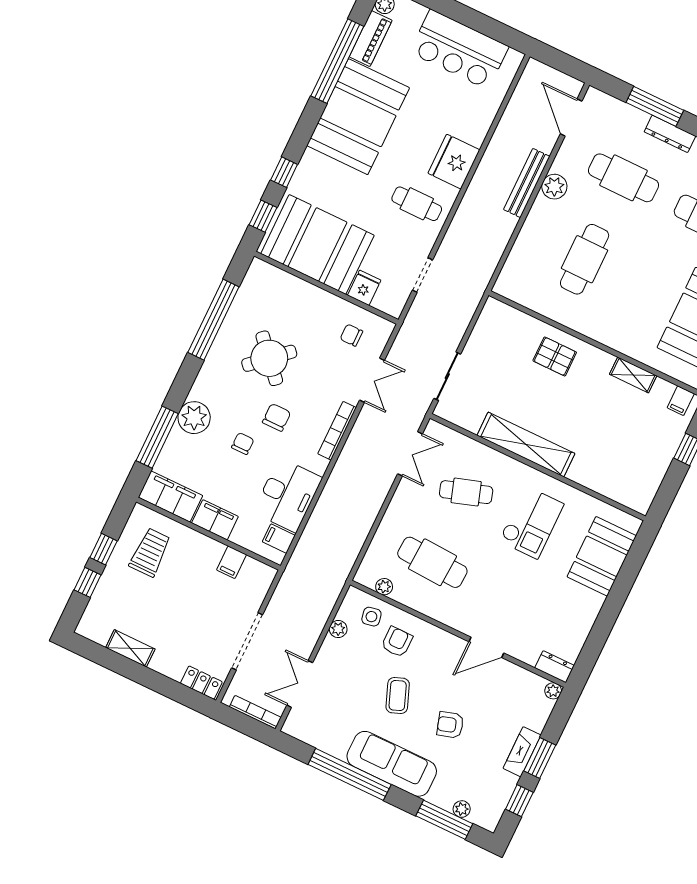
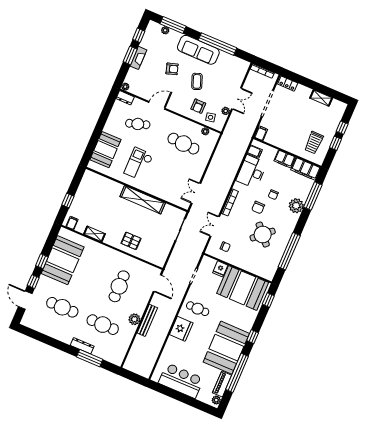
door: (571, 117) -> (157, 283), moved
window: (284, 172) -> (253, 337), moved
cafe table: (466, 492) -> (138, 124), moved
filing cabinet: (232, 562) -> (261, 133), moved
double door: (300, 684) -> (236, 98), moved

